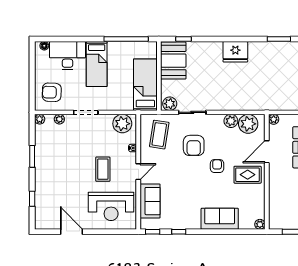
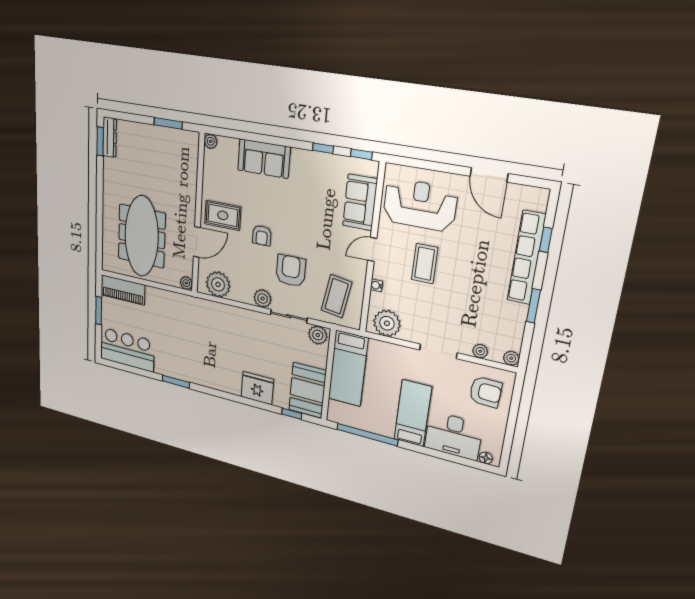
fridge: (235, 52) -> (257, 388), moved
plant: (231, 121) -> (263, 298), moved
row of seats: (41, 186) -> (526, 258), added

